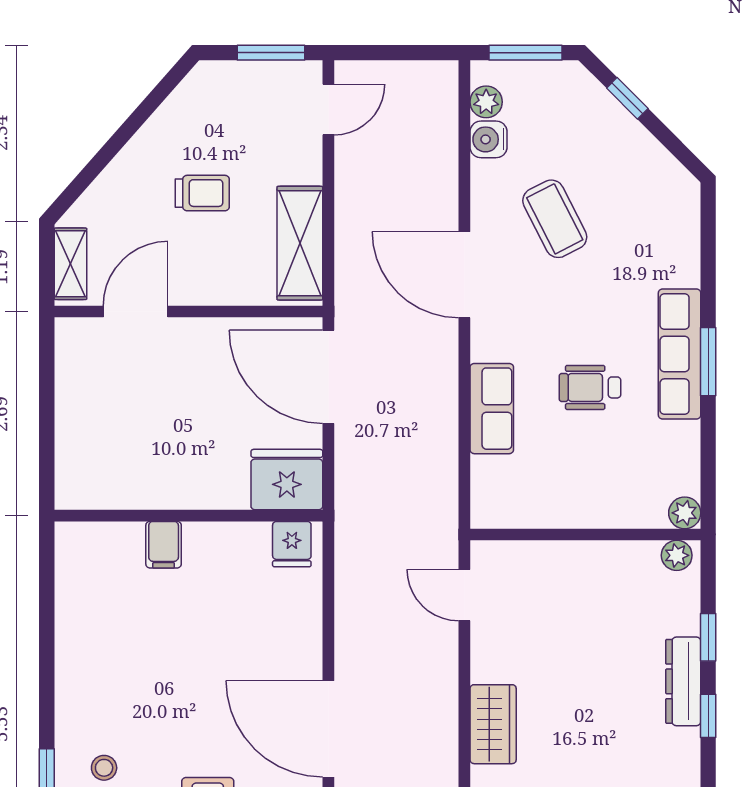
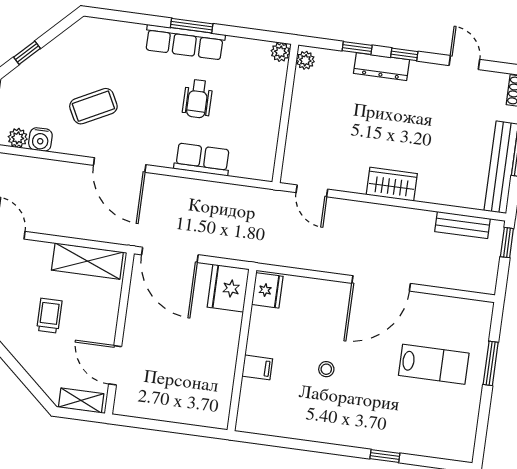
door: (464, 275) -> (120, 165), hinge flipped
door: (328, 377) -> (170, 255), hinge flipped
fridge: (292, 544) -> (267, 290), width x1.38
door: (464, 595) -> (312, 191), hinge flipped
stool: (104, 768) -> (326, 369), moved

